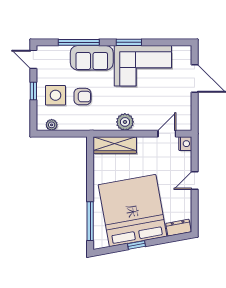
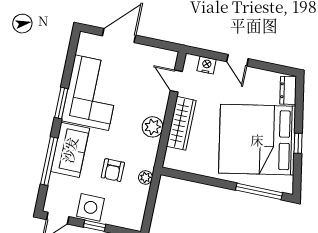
side table: (55, 95) -> (91, 207), moved
armchair: (82, 97) -> (113, 170), turned 180
plant: (52, 125) -> (146, 177), moved
nightstand: (185, 144) -> (207, 65), moved
wardrobe: (115, 145) -> (181, 123), moved

